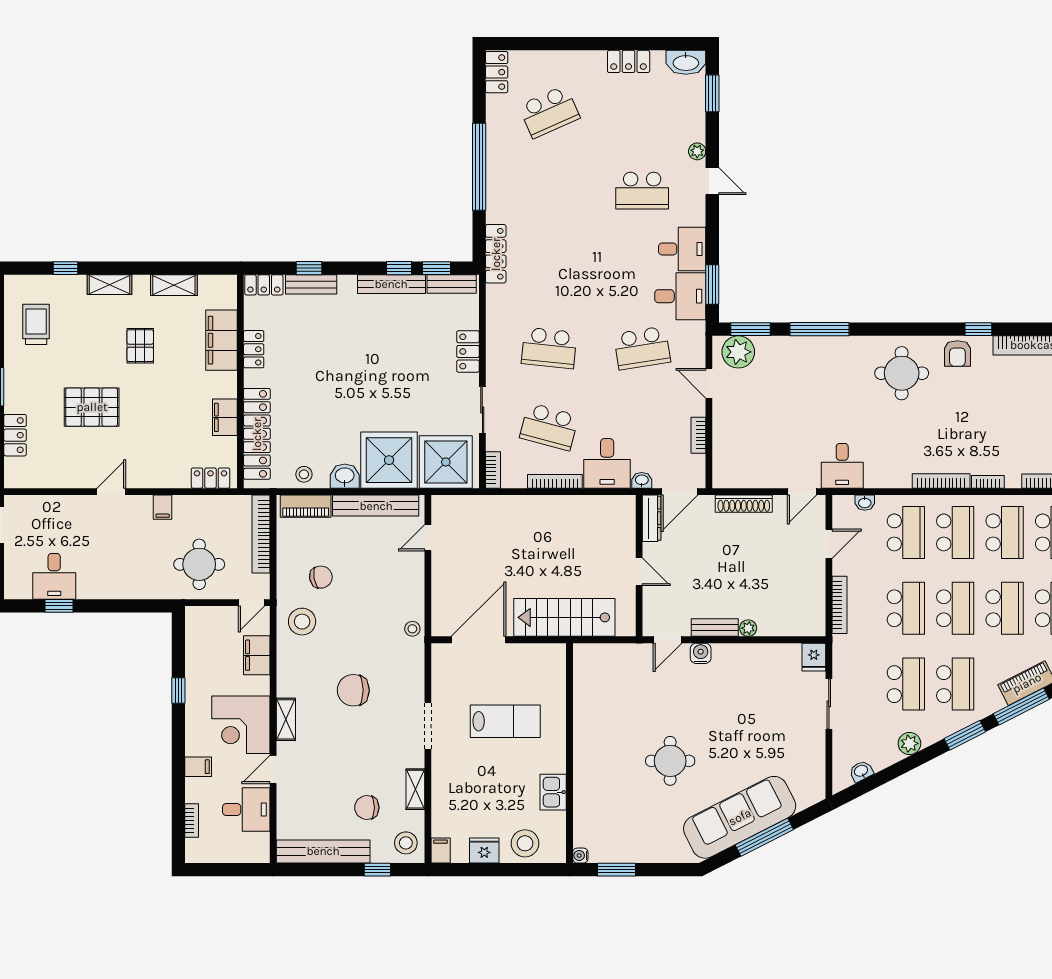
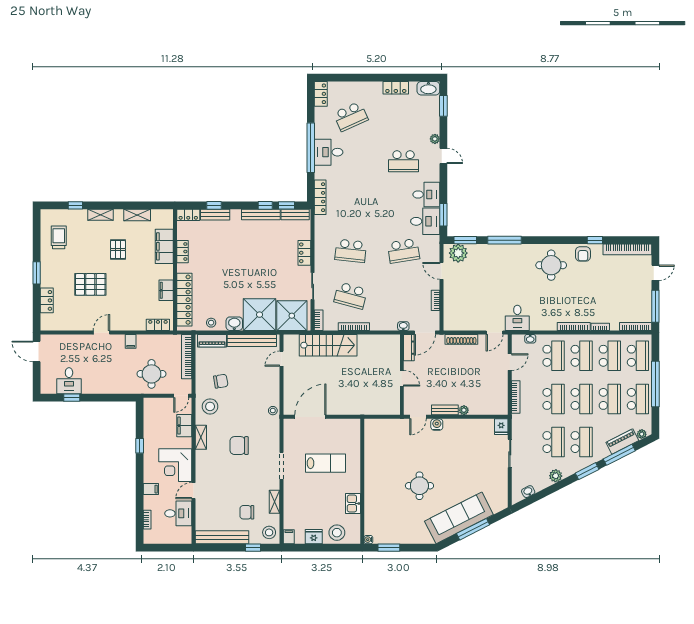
desk: (607, 463) -> (329, 152), moved, turned 90
stairs: (564, 617) -> (328, 345), moved, turned 180
shelving: (286, 719) -> (201, 437), moved

